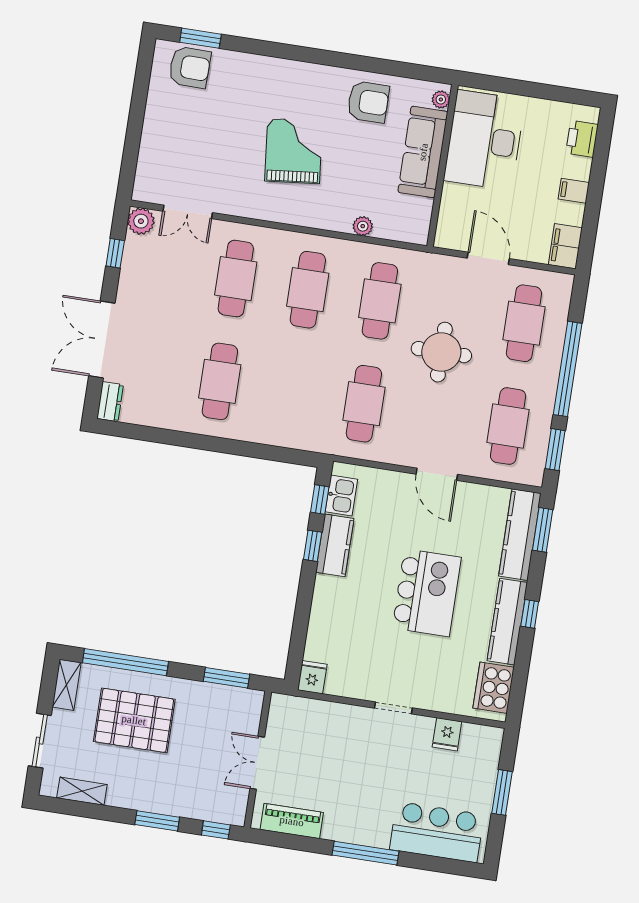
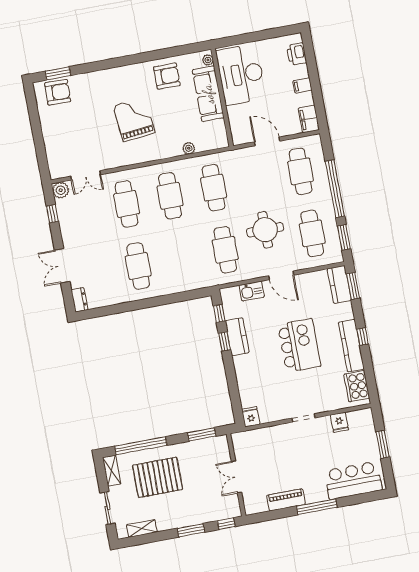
double door: (102, 339) -> (62, 266), width x0.73
round table: (441, 352) -> (265, 230), moved
kitchen sink: (341, 496) -> (252, 291), moved, turned 90
kitchen counter: (520, 535) -> (339, 284), width x0.67
piano: (292, 821) -> (286, 500), moved

